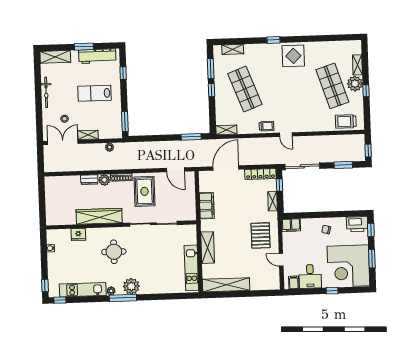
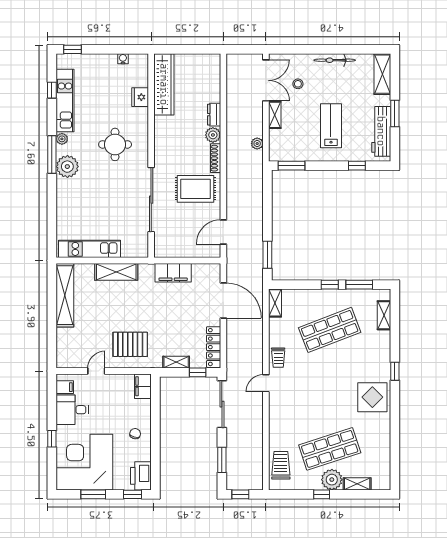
wardrobe: (99, 216) -> (164, 84), moved
window: (60, 300) -> (52, 90), moved

